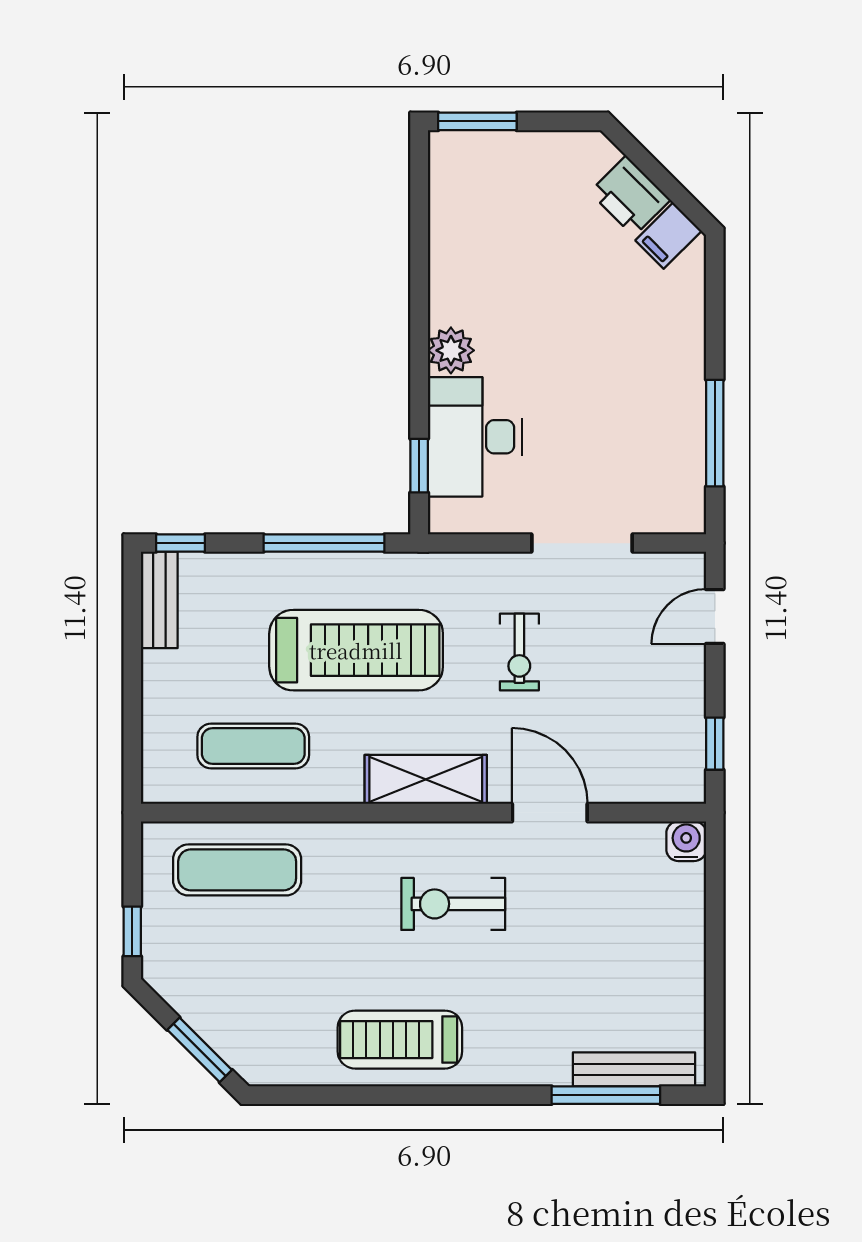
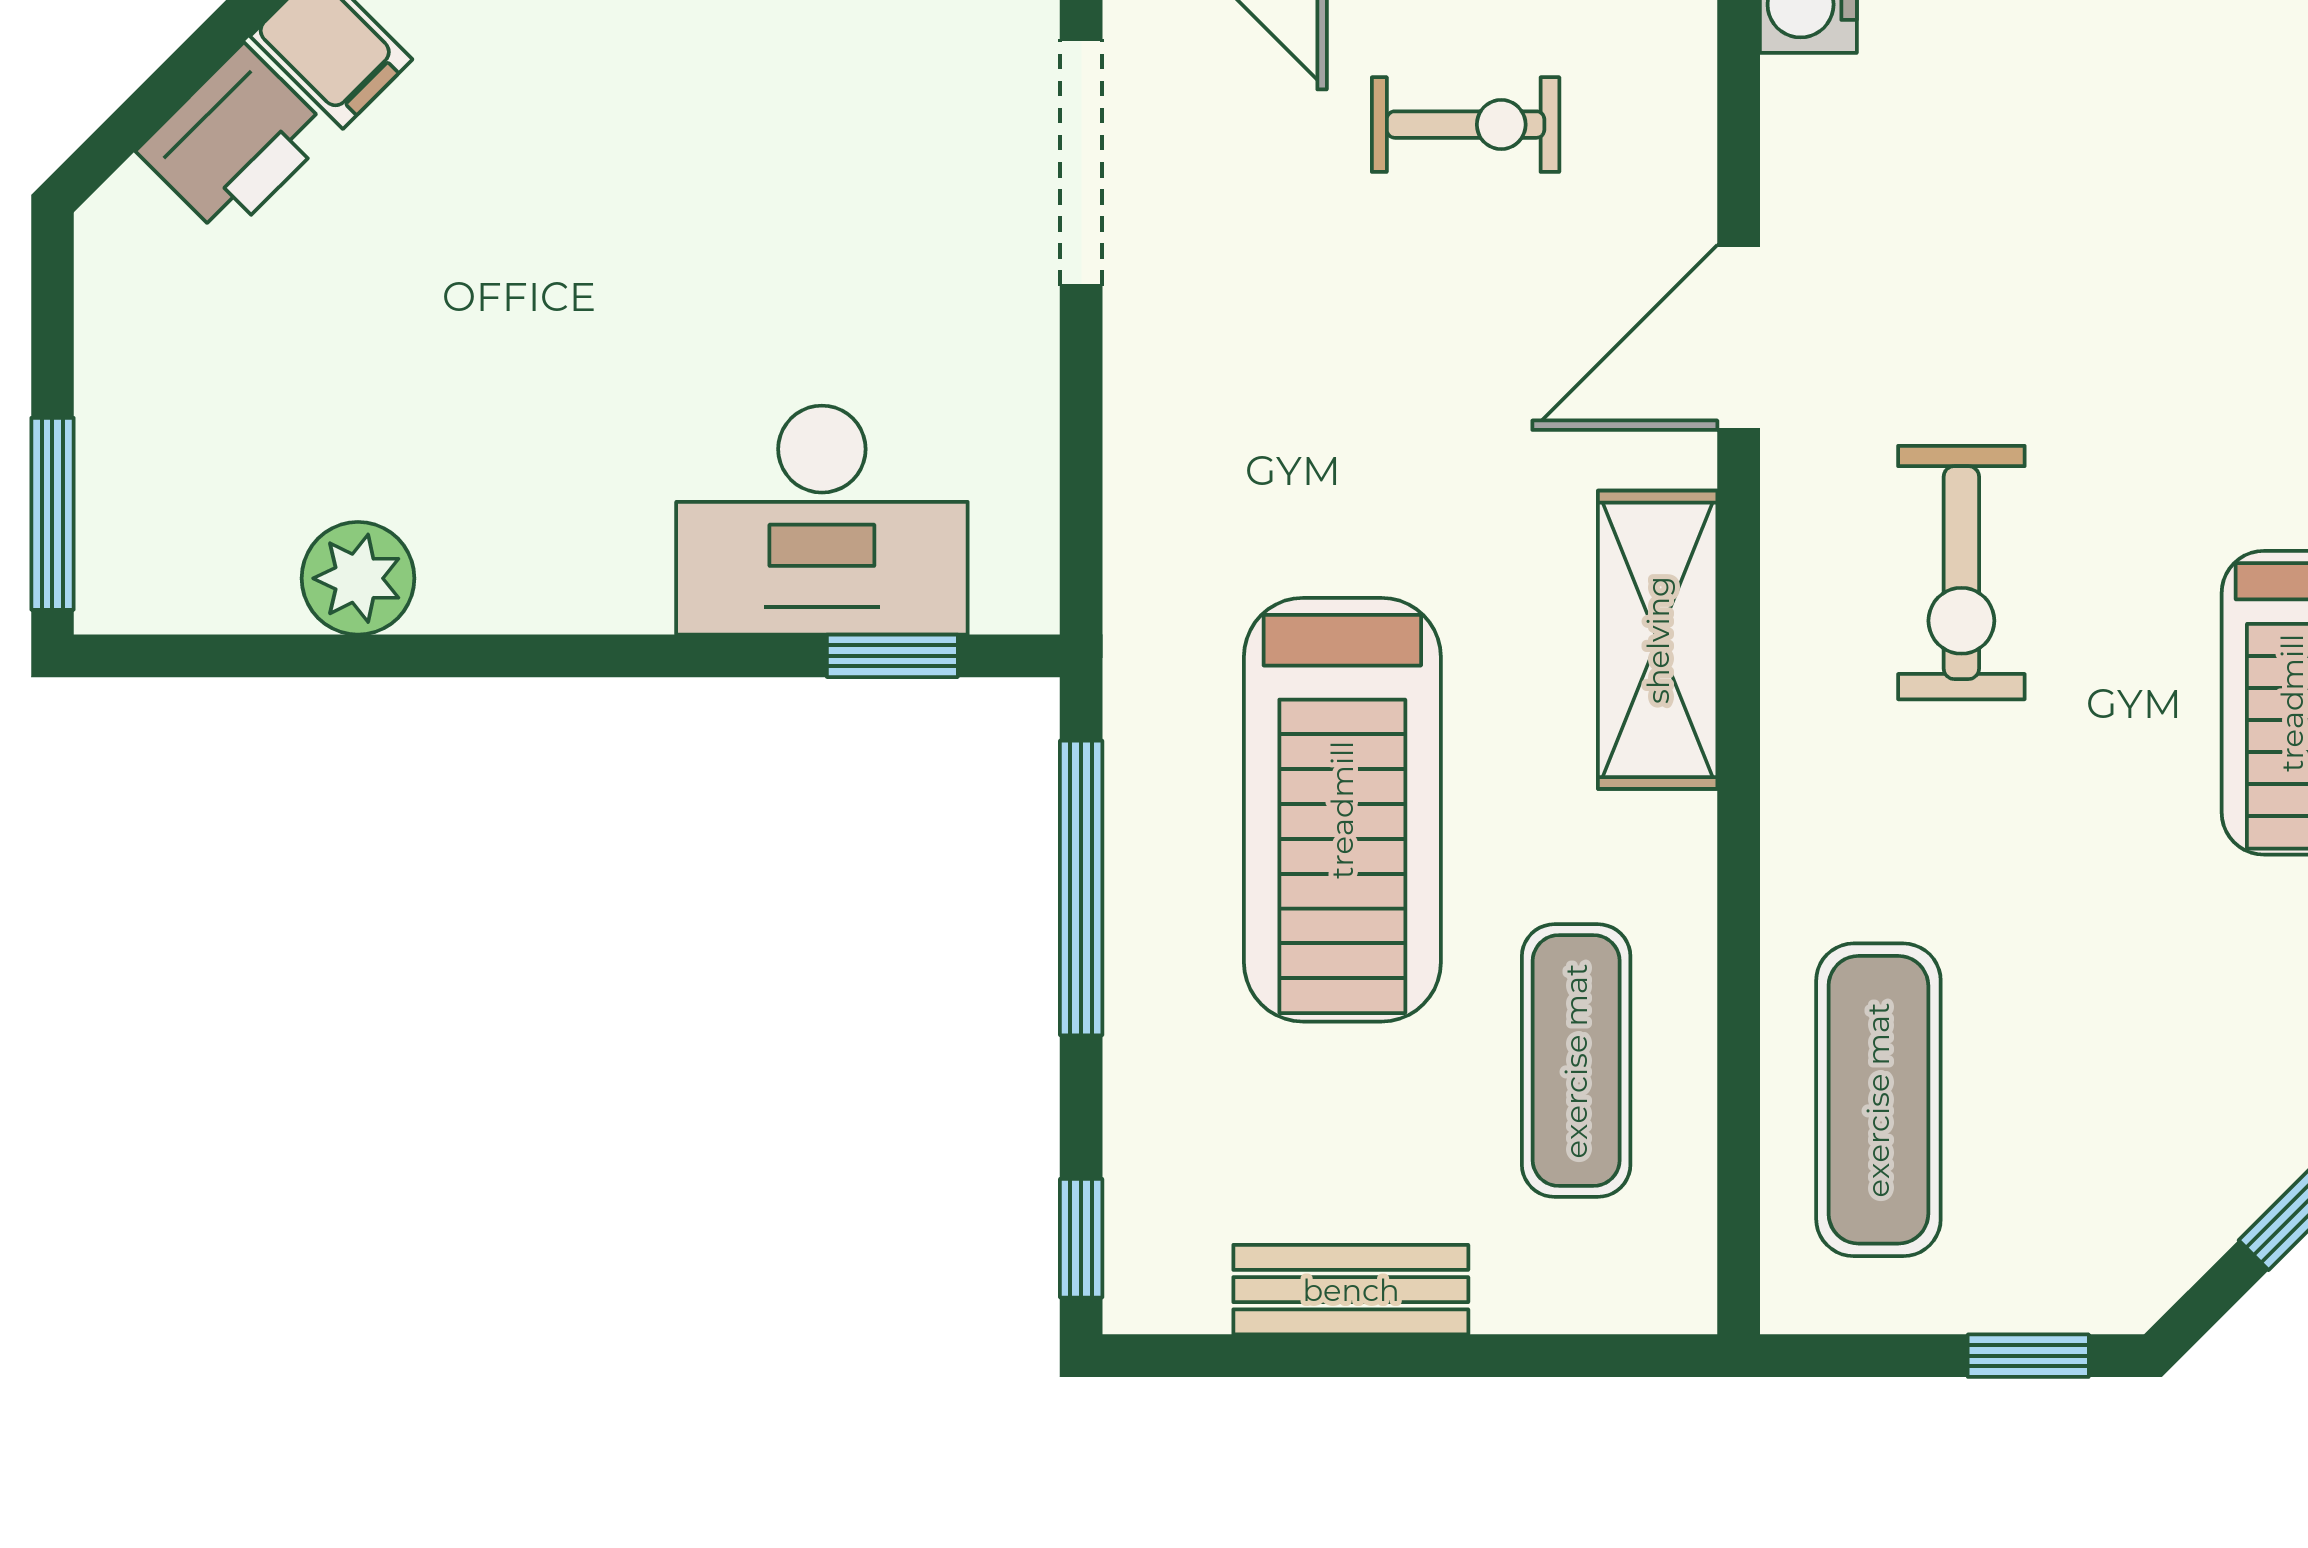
plant: (451, 350) -> (358, 578), moved
doorway: (582, 543) -> (1081, 162), moved
bench: (159, 600) -> (1351, 1290), moved
treadmill: (356, 650) -> (1342, 810), turned 180
exercise bike: (519, 652) -> (1466, 125), moved

